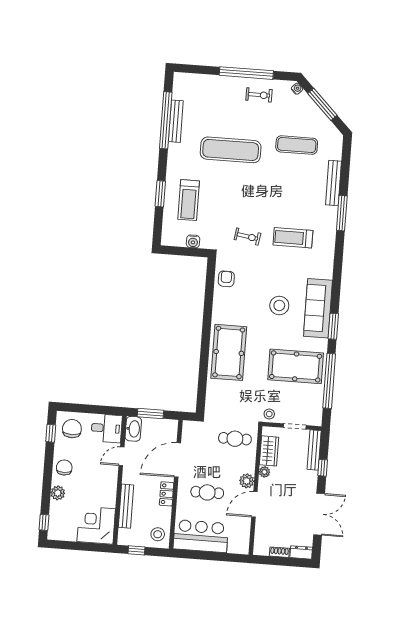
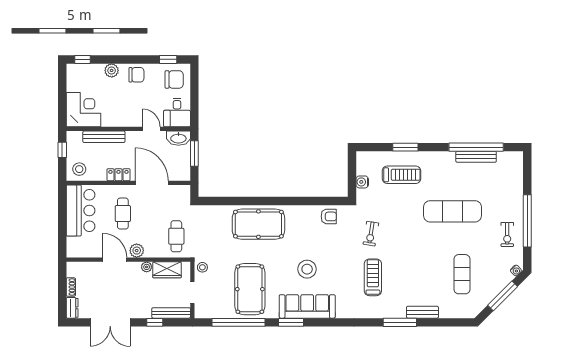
exercise mat: (231, 150) -> (452, 211), turned 90
bench: (333, 183) -> (422, 312), width x0.73
treadmill: (189, 200) -> (401, 175), turned 180

